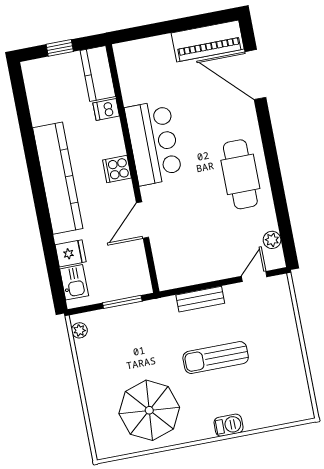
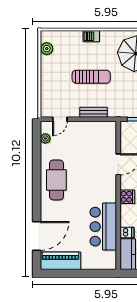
door: (255, 75) -> (37, 236), hinge flipped
bar counter: (153, 143) -> (103, 227), moved
plant: (299, 390) -> (47, 49), added

